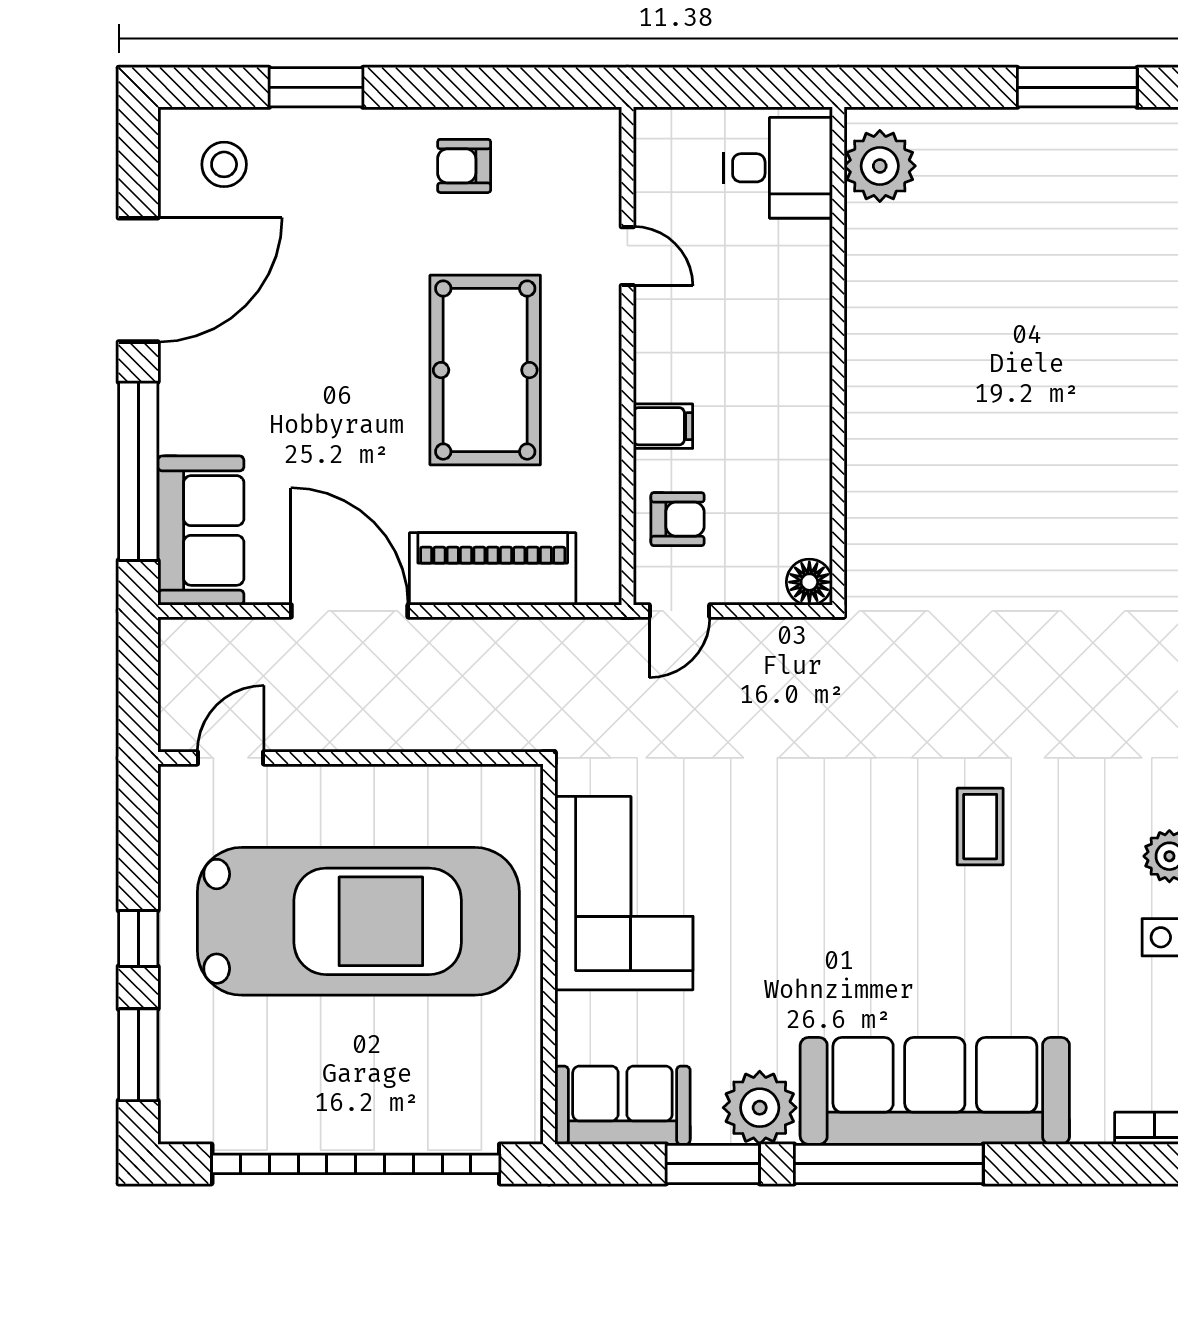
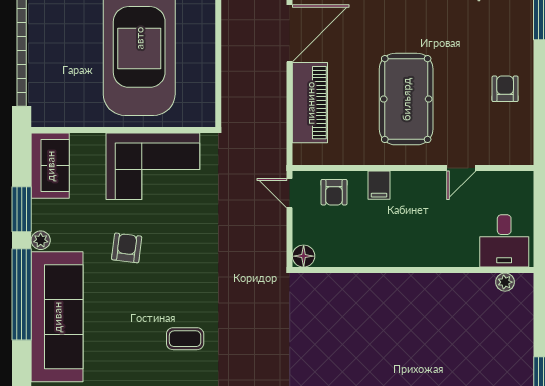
plant: (880, 166) -> (505, 282), width x0.53, depth x0.53
pool table: (485, 370) -> (406, 99), turned 90
armchair: (793, 947) -> (127, 248), added
plant: (760, 1108) -> (41, 240), width x0.53, depth x0.53

